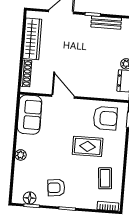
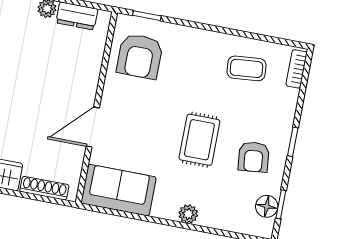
armchair: (105, 118) -> (140, 56), turned 180
rug: (88, 146) -> (199, 140), moved

